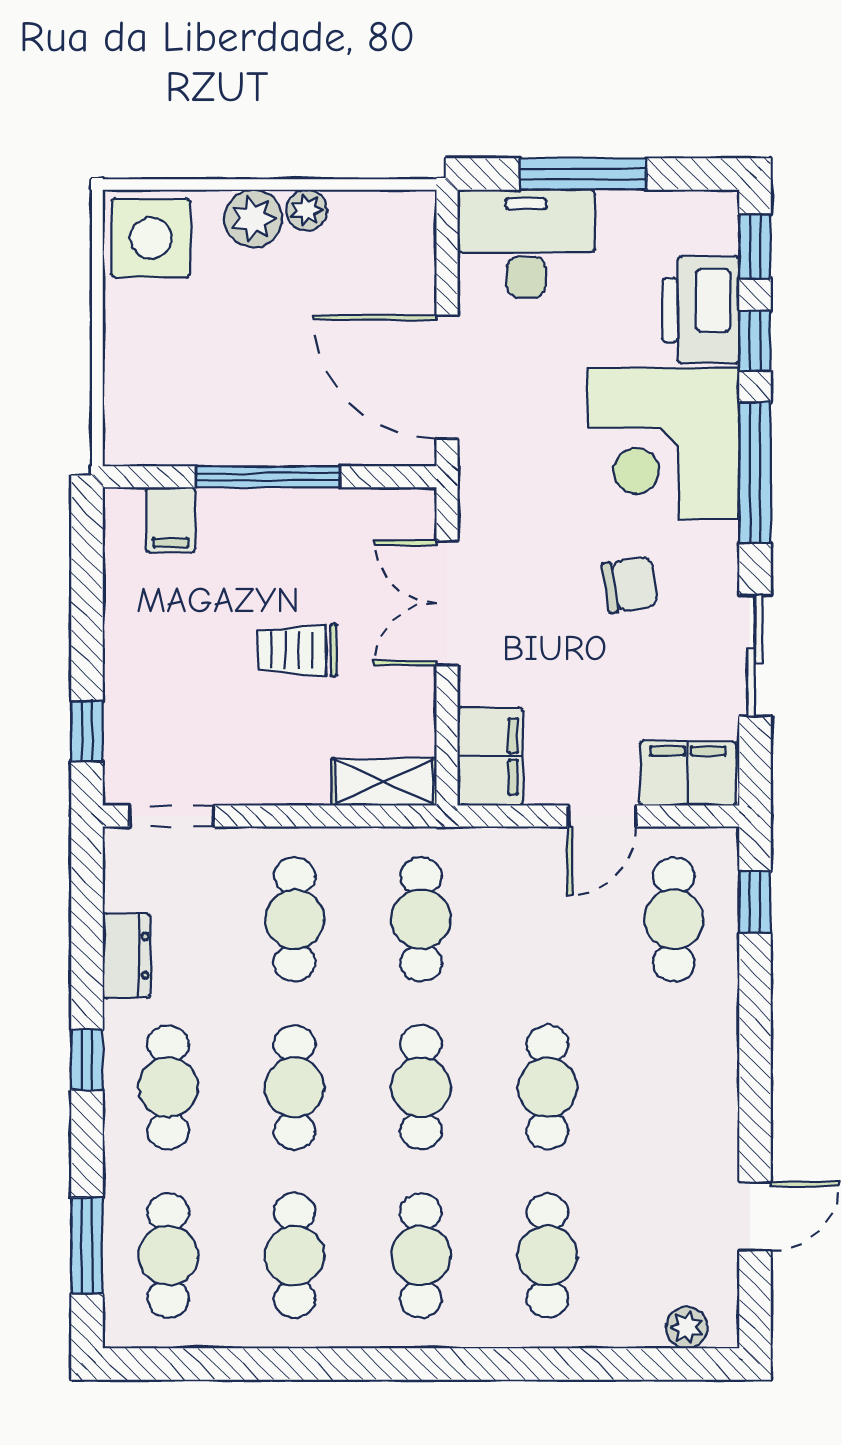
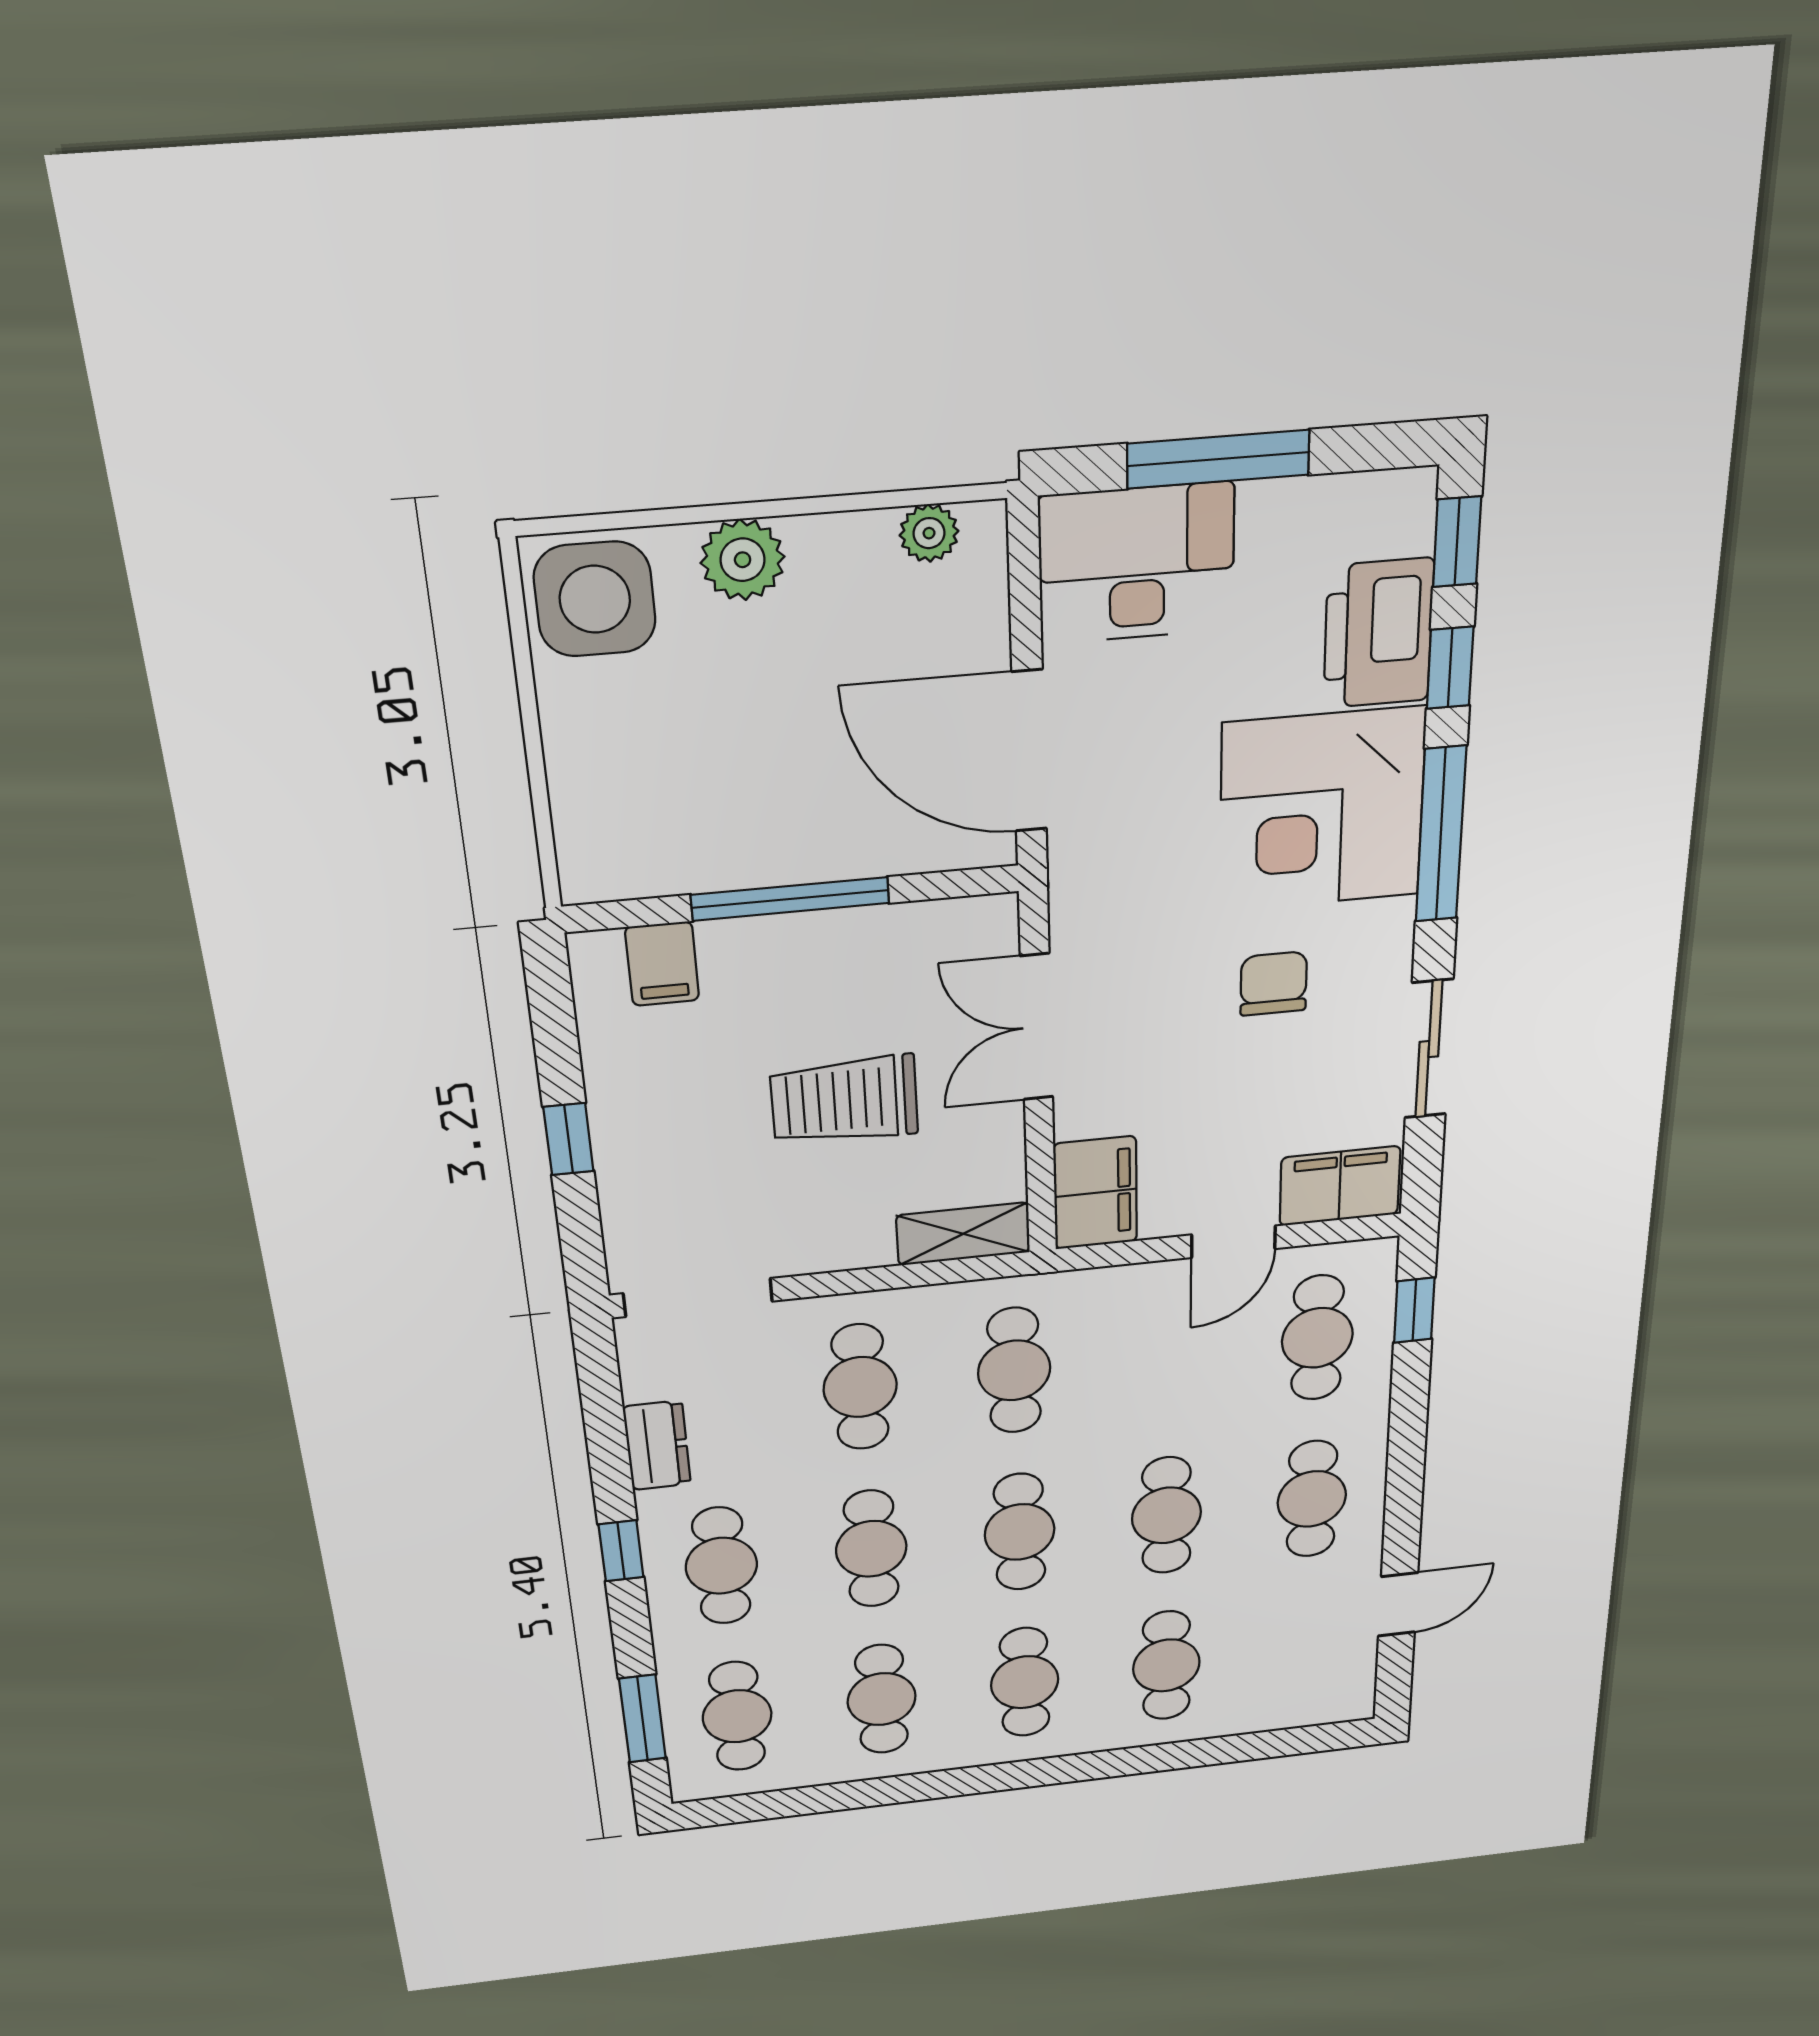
plant: (307, 210) -> (929, 533), moved
chair: (630, 585) -> (1274, 984), turned -81
trolley: (298, 650) -> (844, 1100), width x1.36, depth x1.39
window: (87, 731) -> (568, 1139), moved
doorway: (172, 816) -> (698, 1297), width x1.38
cafe table: (674, 1087) -> (1312, 1499), added
plant: (687, 1327) -> (1319, 1708), removed

